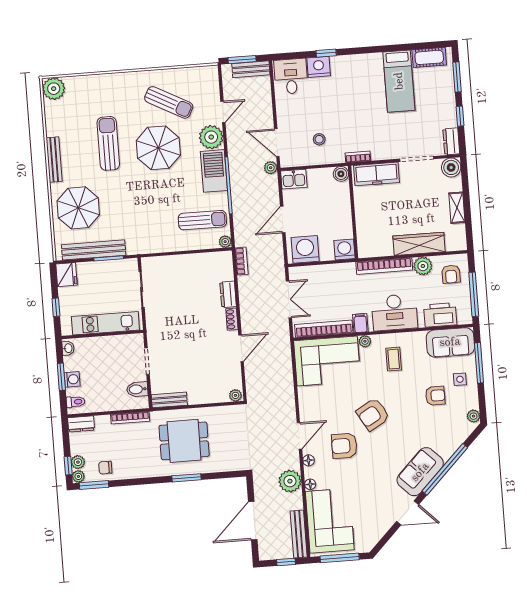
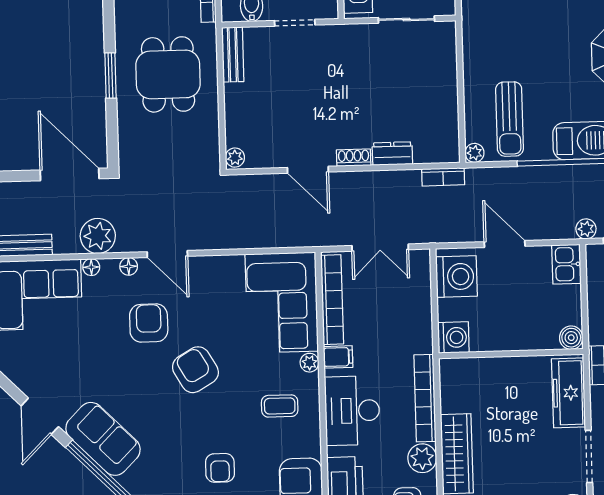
door: (253, 521) -> (70, 174), moved

